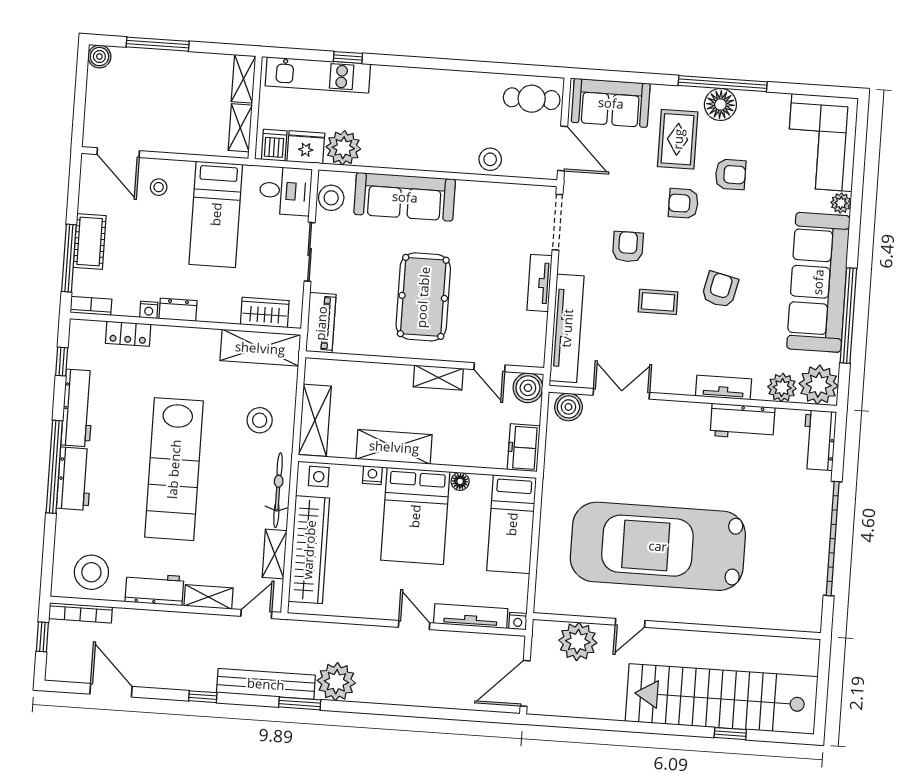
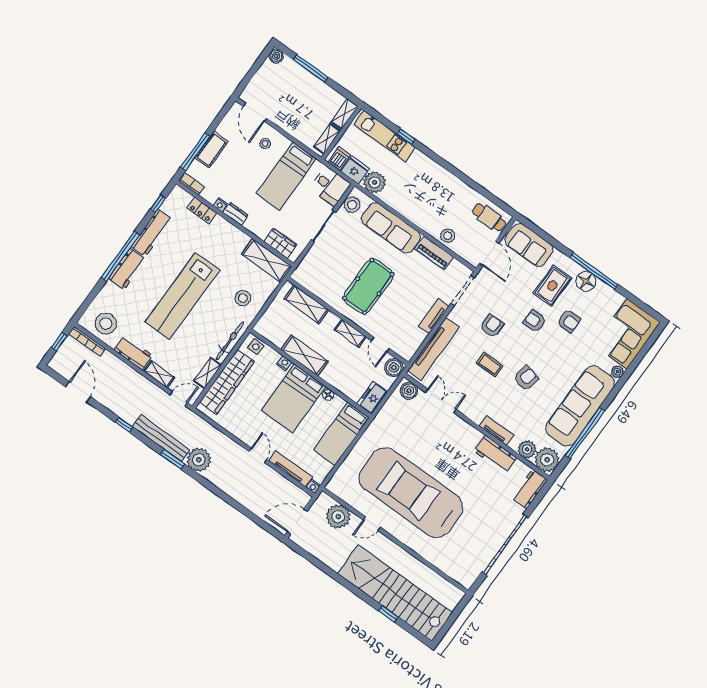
piano: (321, 323) -> (434, 253), moved, turned 90
shelving: (315, 420) -> (306, 304), moved, turned 90

